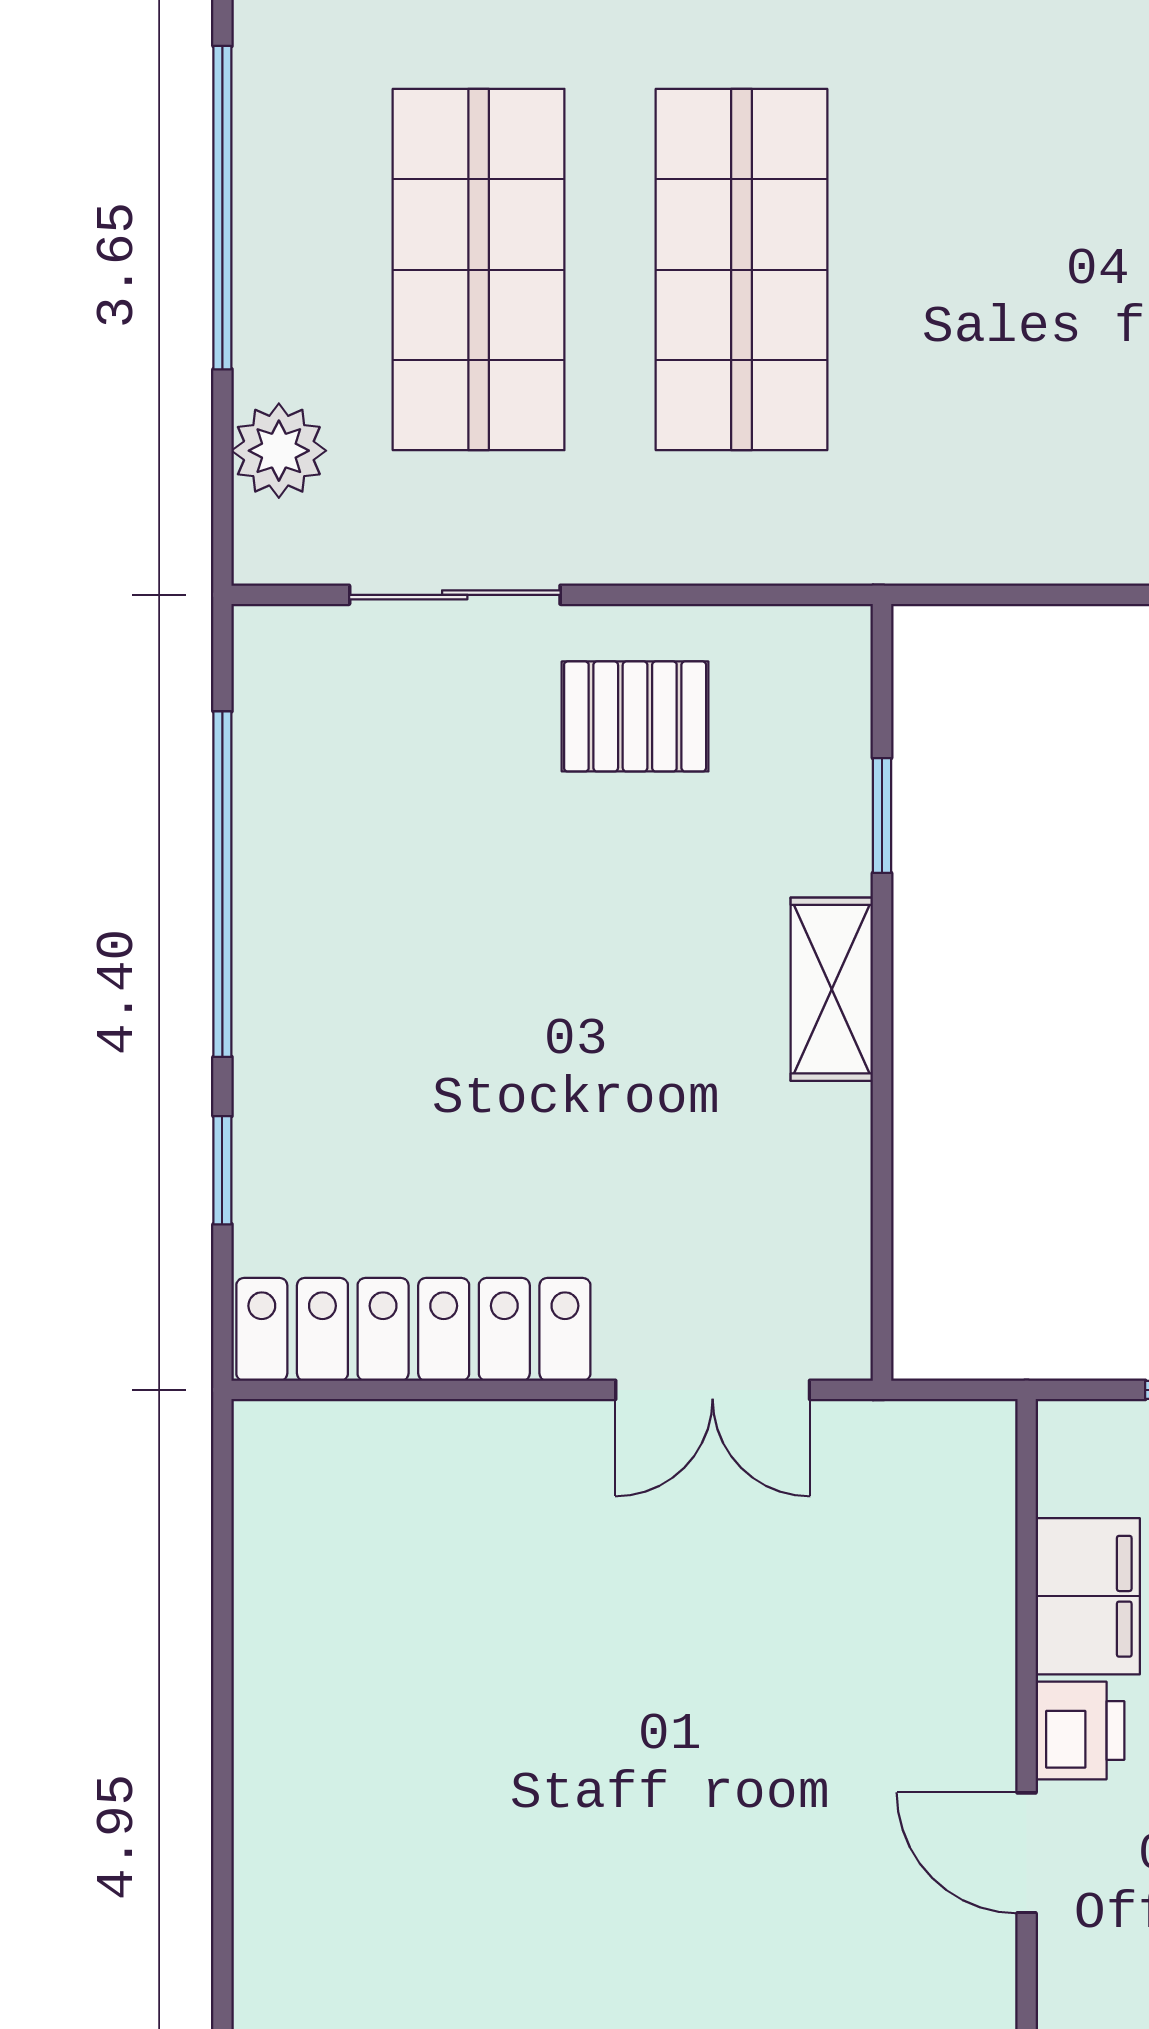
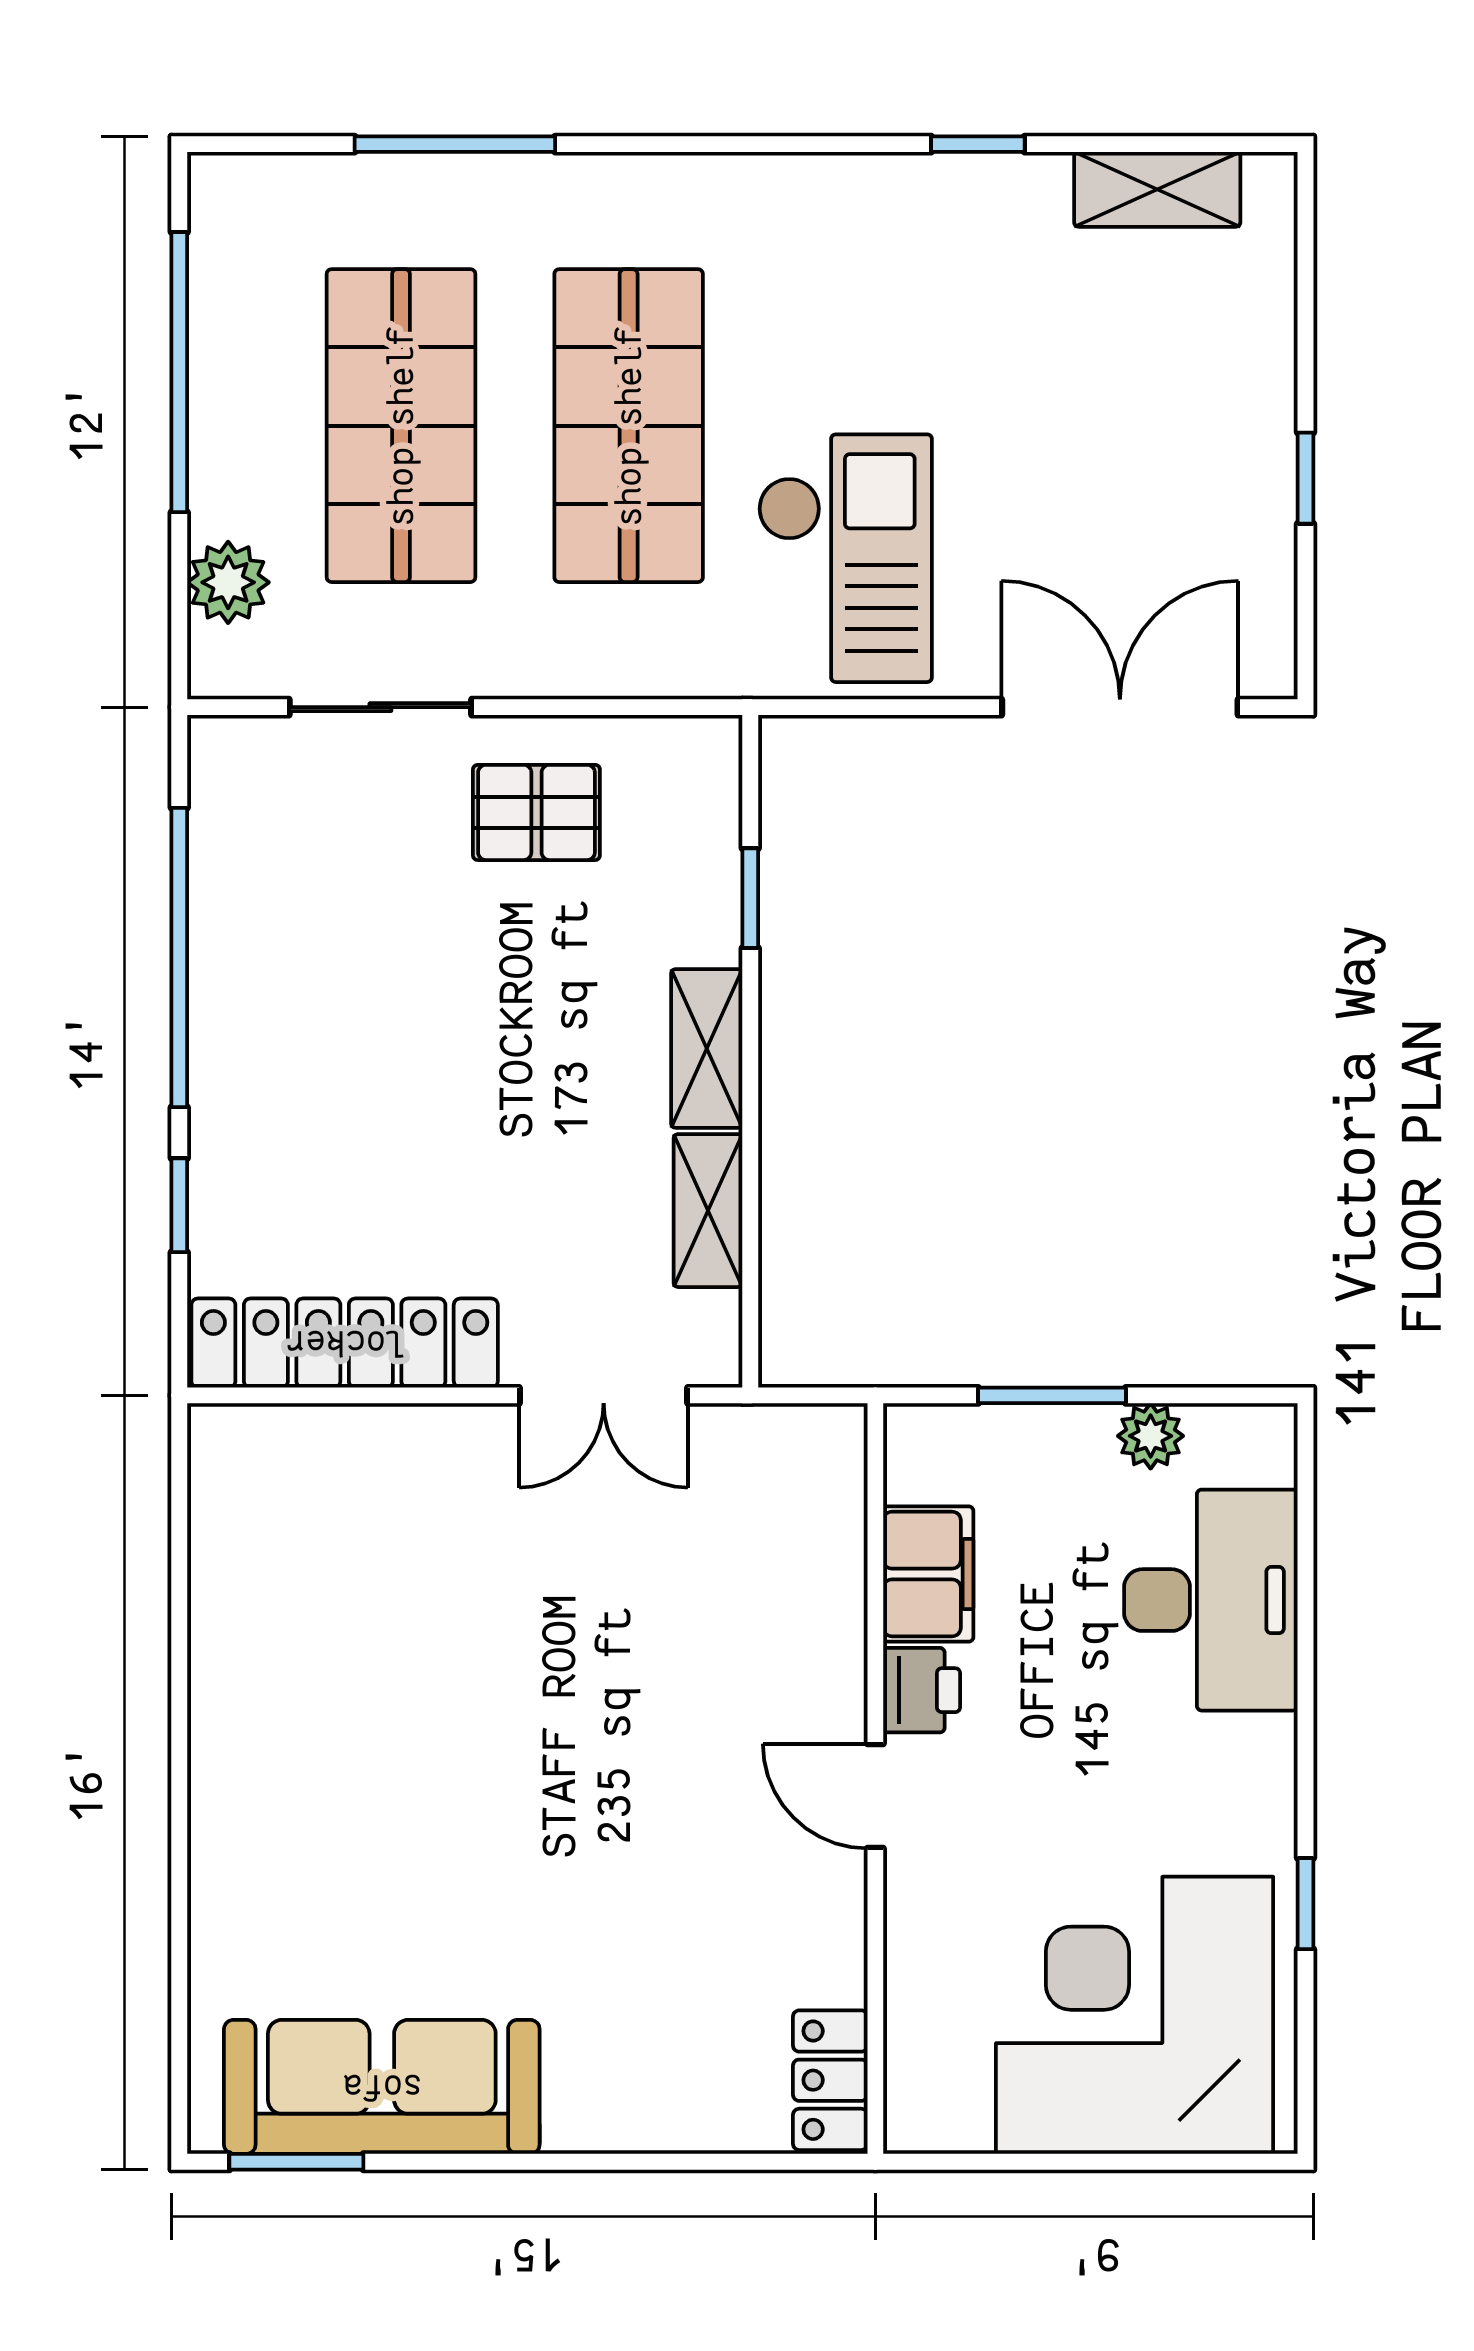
checkout: (991, 423) -> (845, 558), added
shelving: (833, 1176) -> (708, 1211), added

